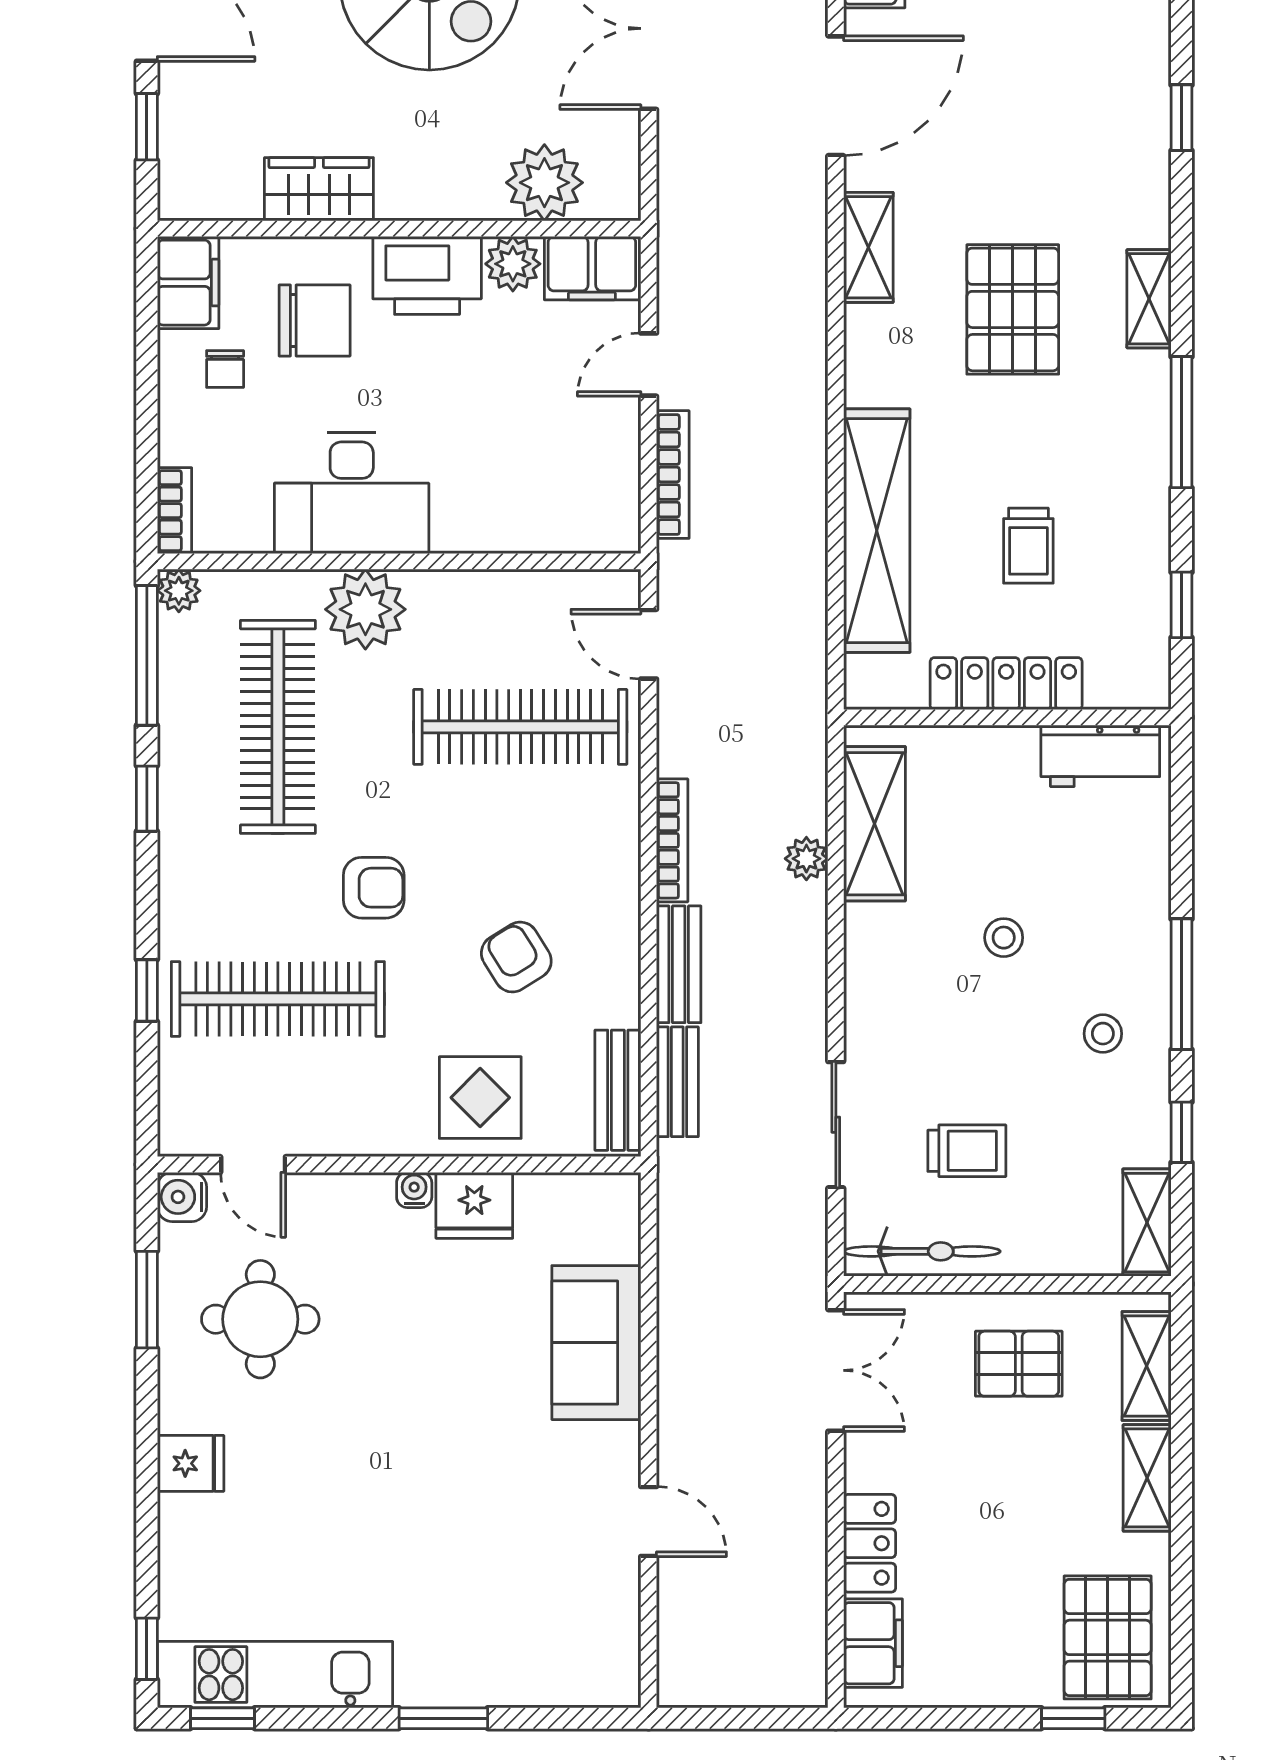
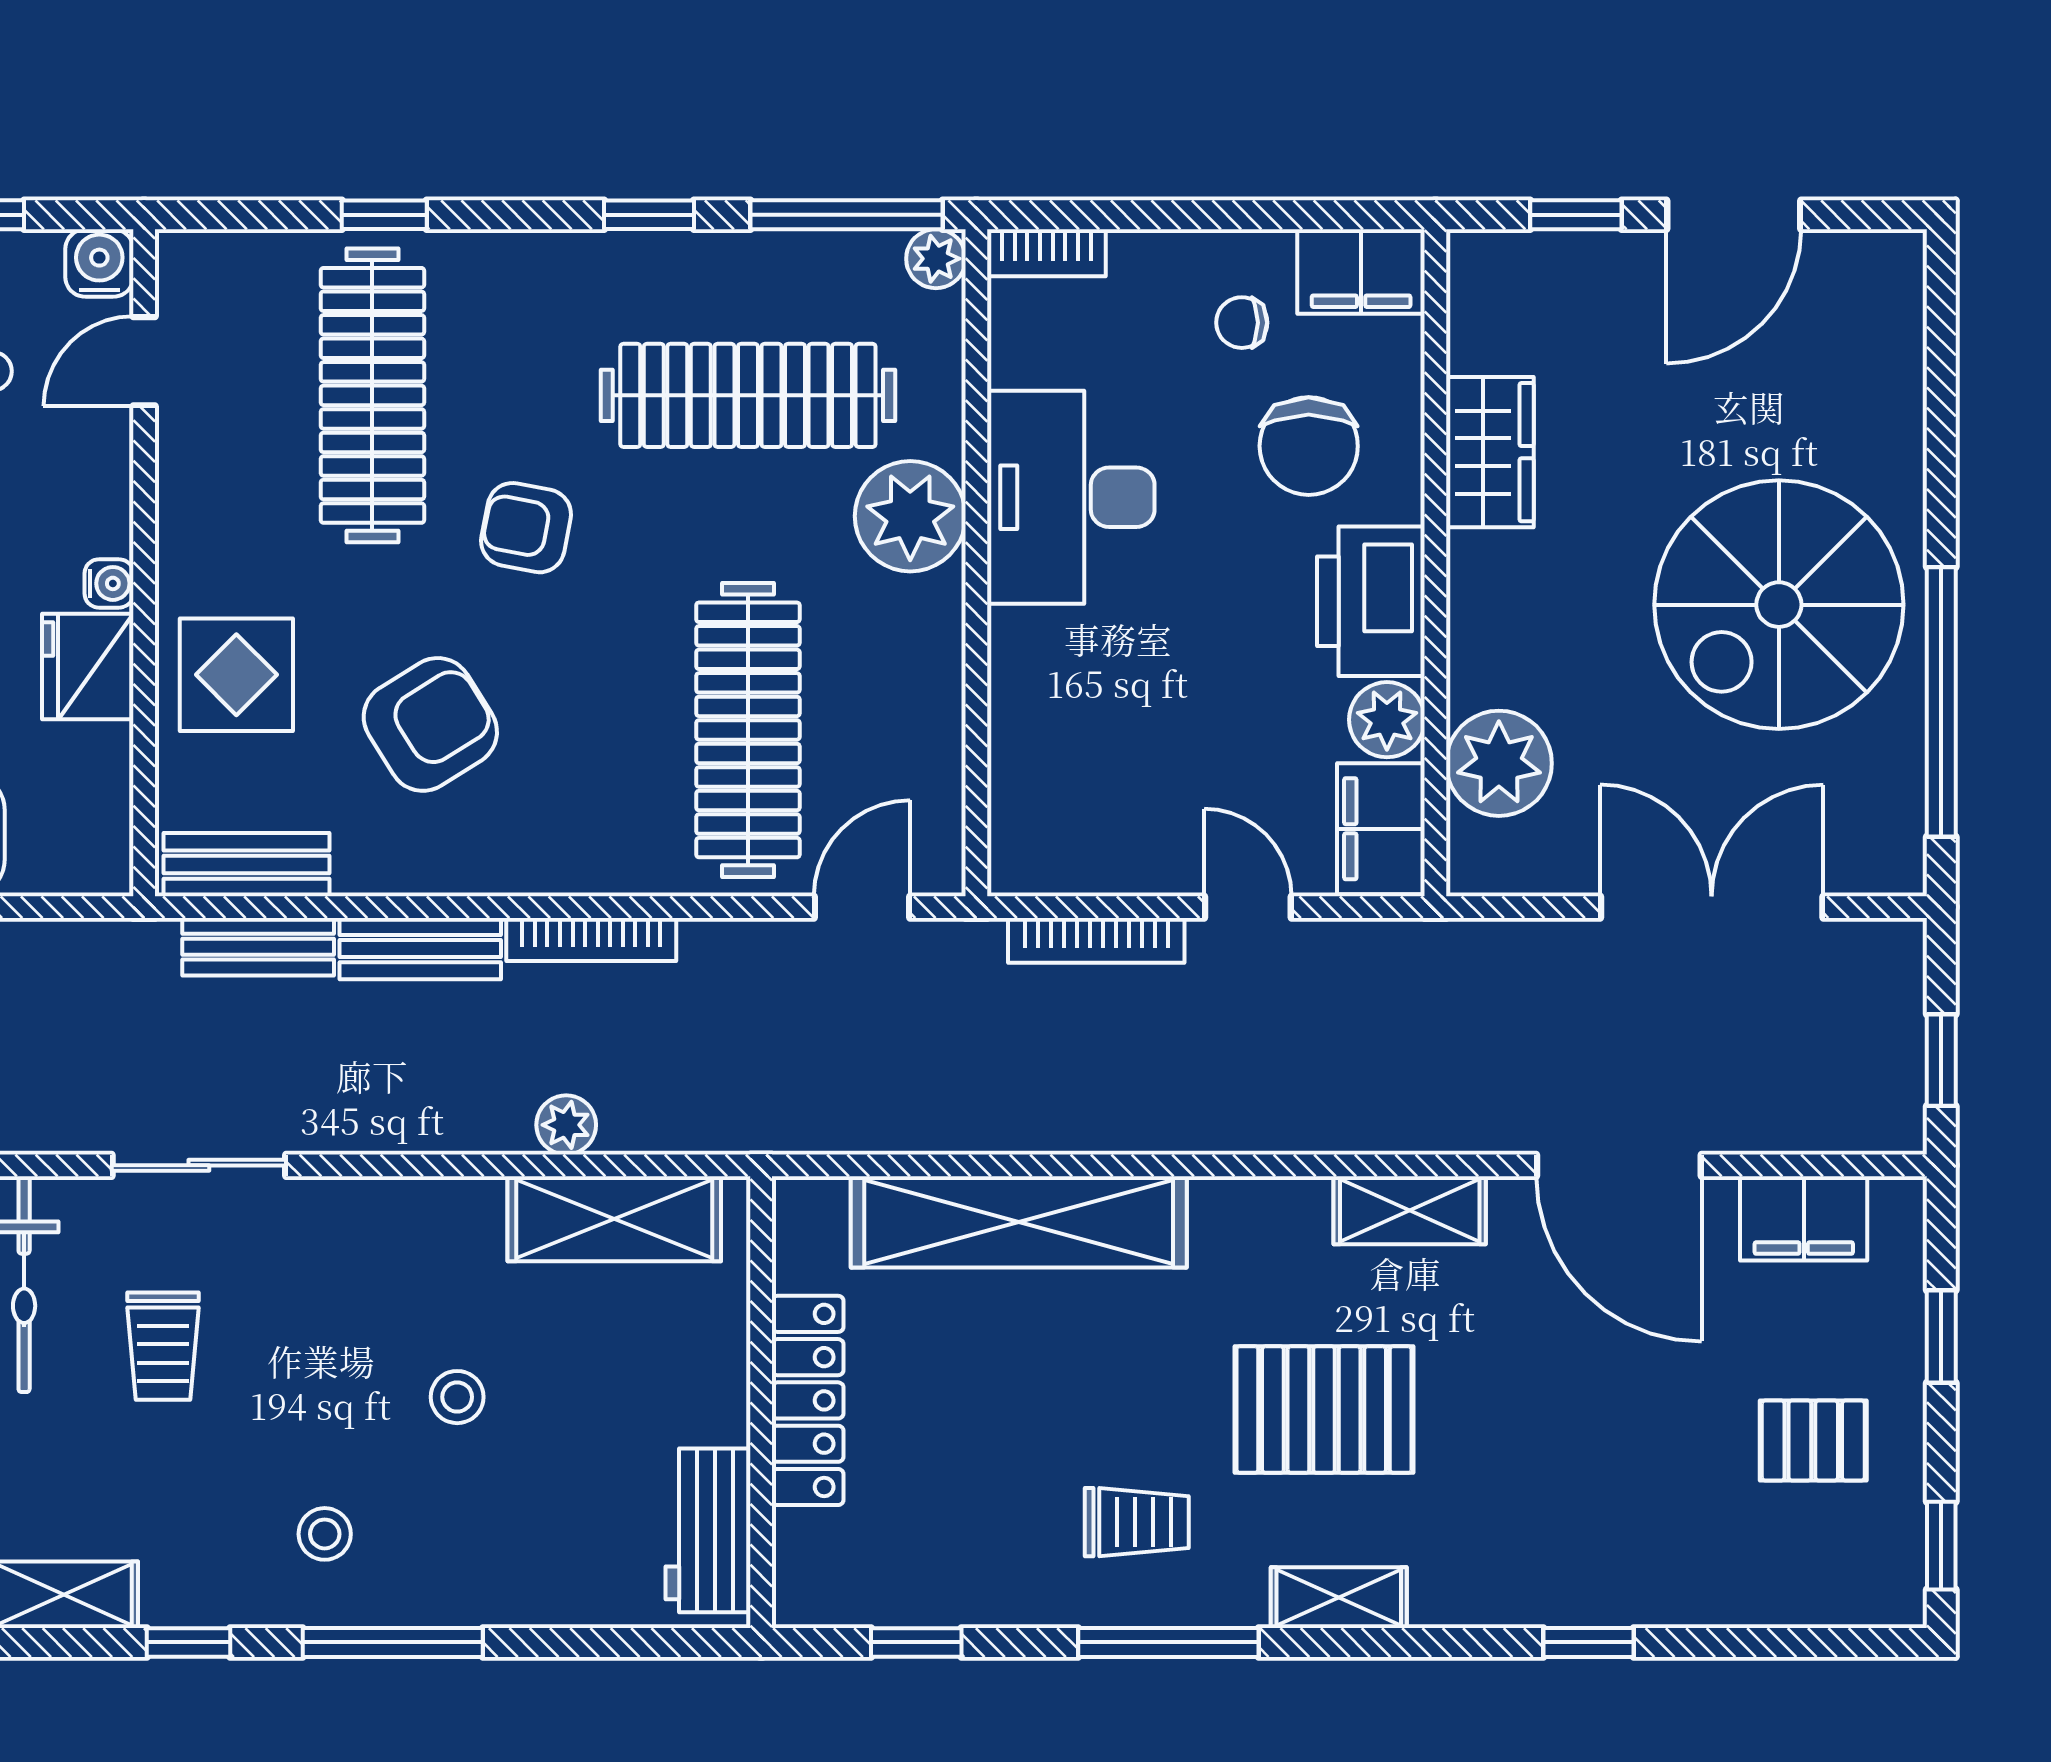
trolley: (1028, 546) -> (1137, 1522), moved, turned 180
armchair: (374, 888) -> (526, 528), turned 101
armchair: (516, 957) -> (430, 724), width x1.38, depth x1.38

